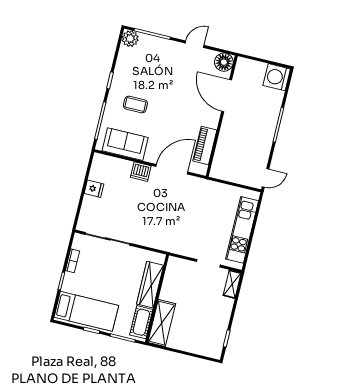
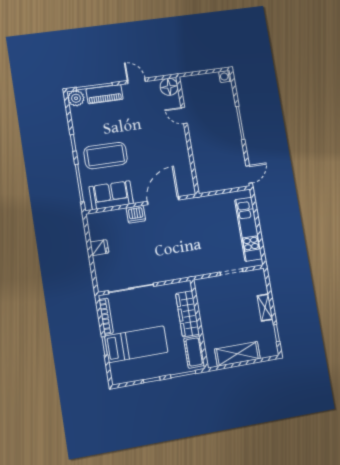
door: (195, 44) -> (136, 81), hinge flipped
washing machine: (277, 77) -> (225, 76), width x0.53, depth x0.53
door: (227, 96) -> (184, 115), width x0.53
coffee table: (135, 104) -> (106, 156), width x1.86, depth x1.72
piano: (205, 145) -> (105, 94), moved, turned -90
bookcase: (72, 261) -> (106, 316), width x1.56
shelving: (232, 284) -> (265, 308), moved
bed: (86, 311) -> (136, 344), moved
shelving: (162, 323) -> (237, 354), moved, turned 90

